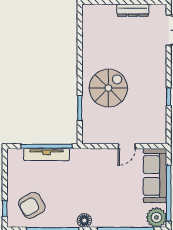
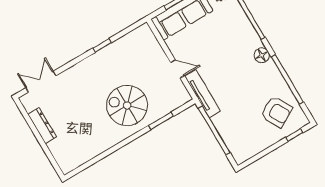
door: (127, 146) -> (178, 69), moved
tv unit: (47, 154) -> (203, 94), moved

